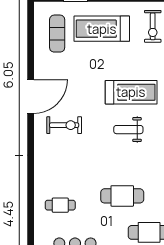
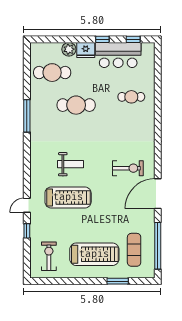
window: (31, 38) -> (158, 246), added
treadmill: (131, 92) -> (68, 197), turned 180
exercise bike: (64, 125) -> (128, 168), turned 180

